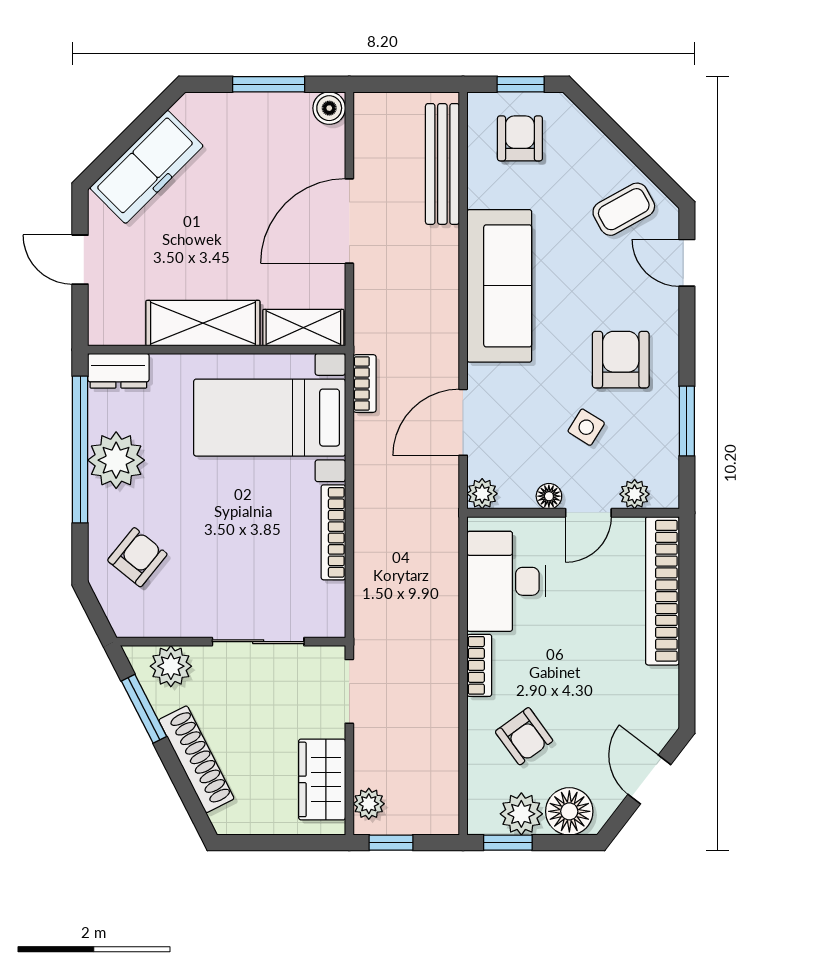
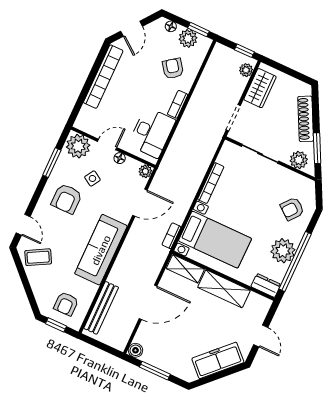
plant: (635, 494) -> (78, 146), width x1.87, depth x1.87
bookcase: (662, 591) -> (103, 77), moved
floor lamp: (569, 811) -> (171, 26), width x0.53, depth x0.53

